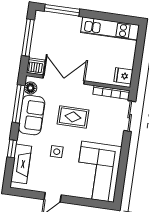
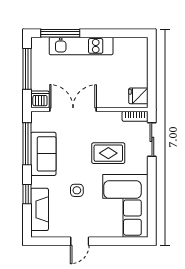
kitchen unit: (110, 29) -> (81, 46), moved
floor lamp: (30, 88) -> (38, 124), removed
bookcase: (111, 92) -> (135, 116), width x0.64
rug: (73, 117) -> (108, 153), moved

